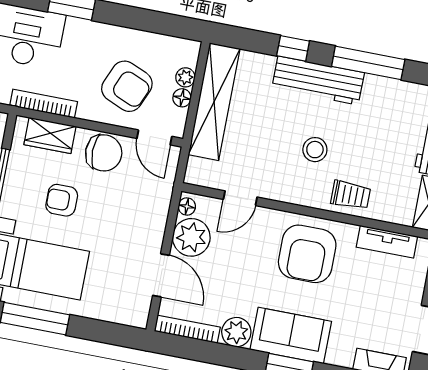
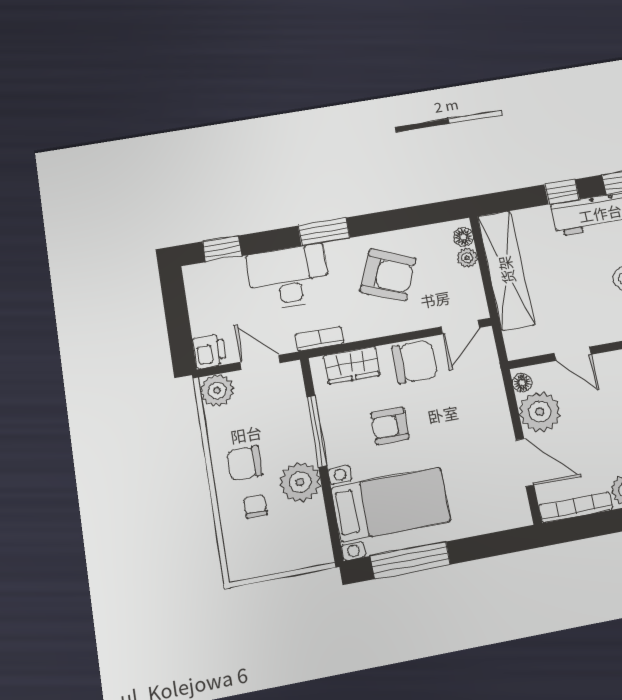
armchair: (127, 86) -> (388, 275), moved
floor lamp: (182, 98) -> (463, 237), moved
bookcase: (44, 104) -> (320, 339), width x0.64
door: (154, 137) -> (460, 327), hinge flipped
door: (240, 198) -> (573, 354), hinge flipped

